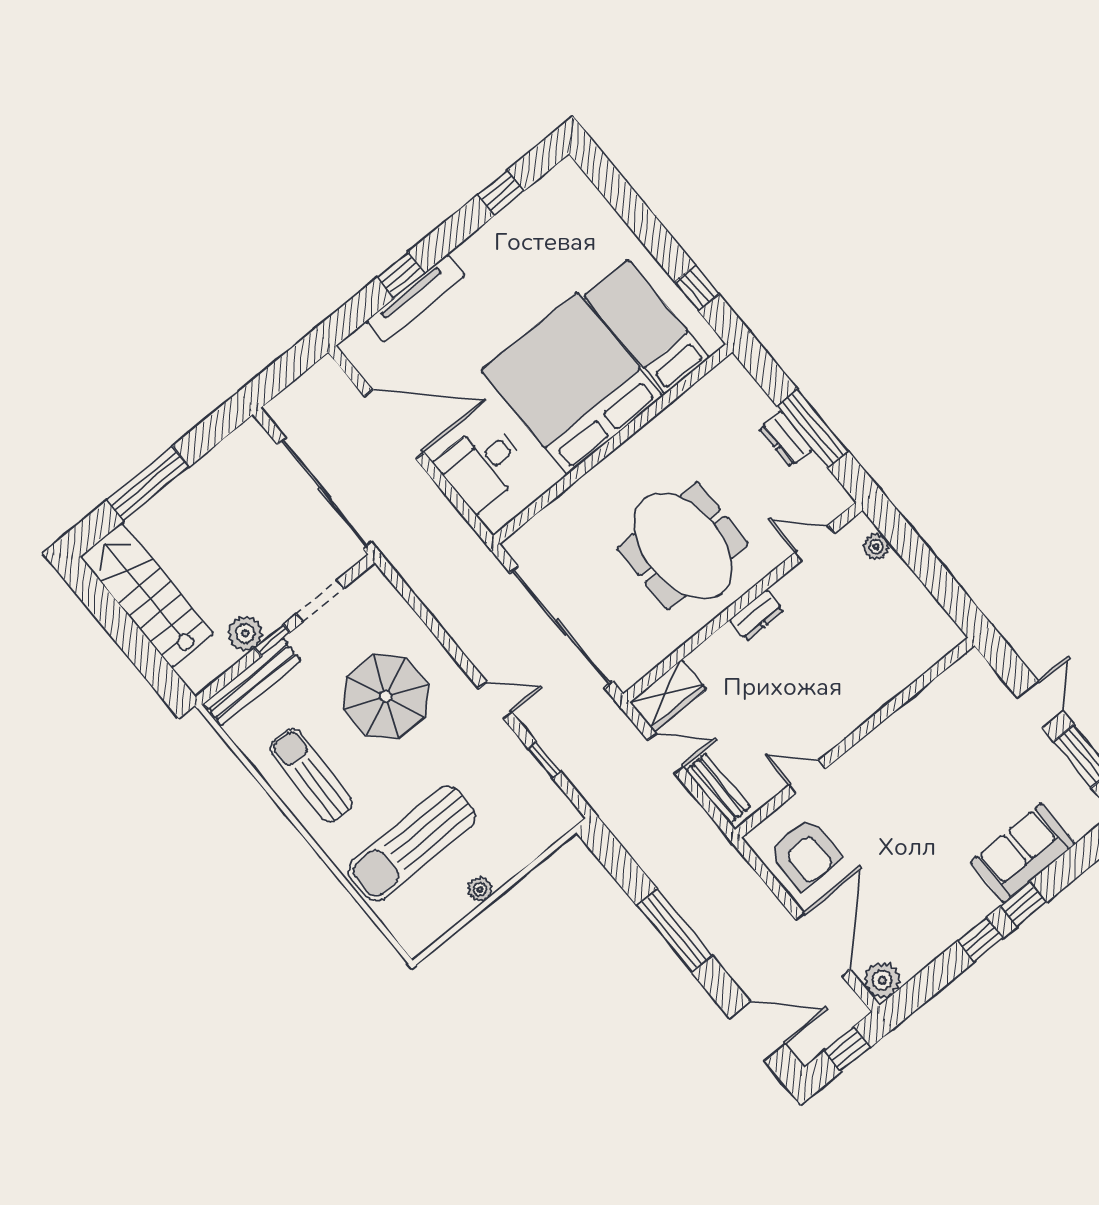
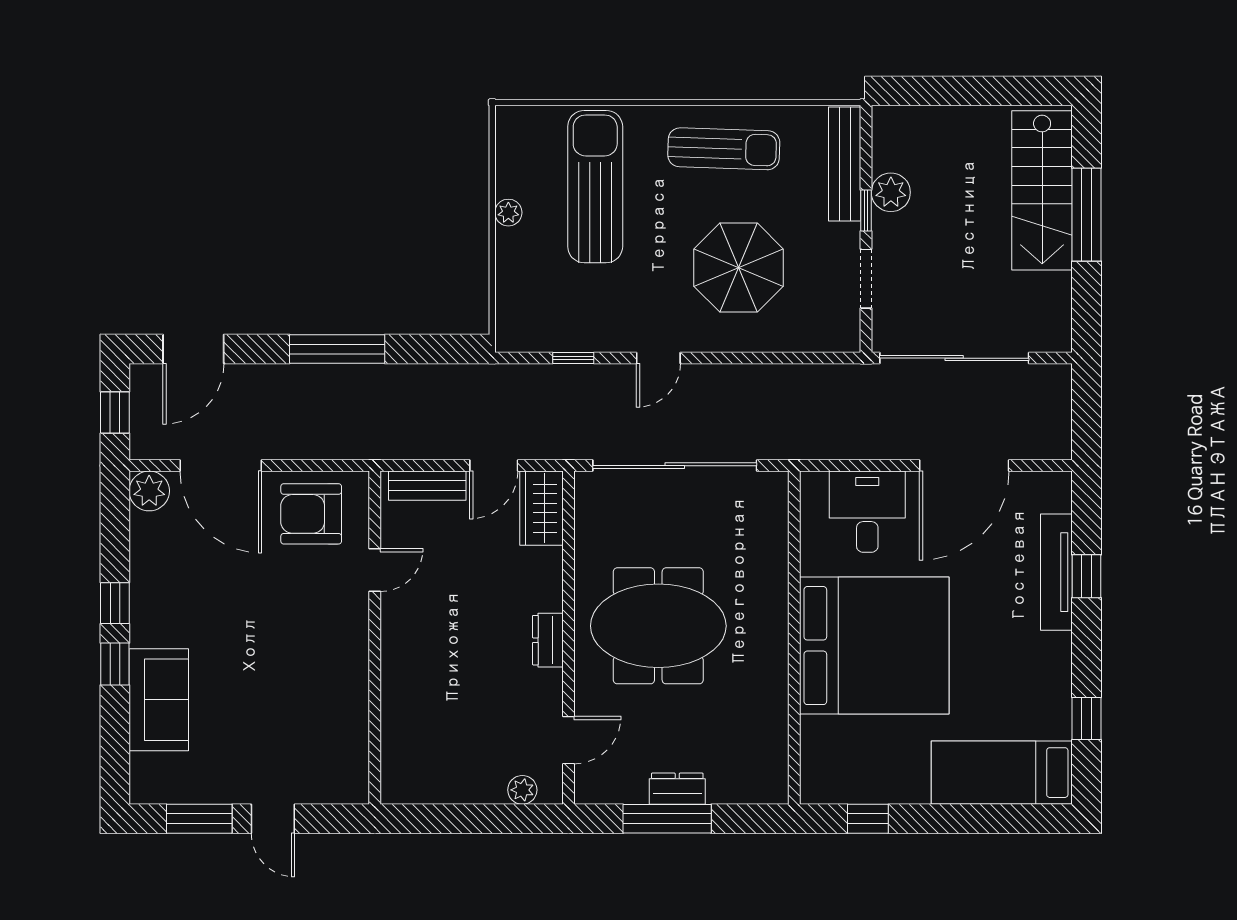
bed: (647, 327) -> (1002, 773), moved, turned 180
stairs: (147, 595) -> (1042, 190), moved, turned 90

